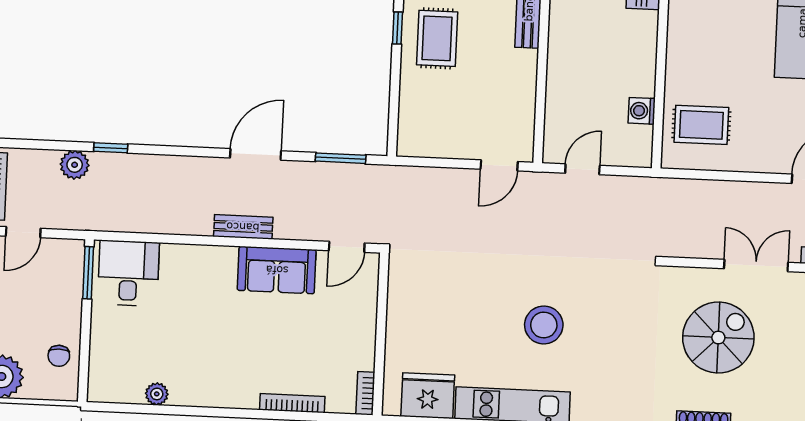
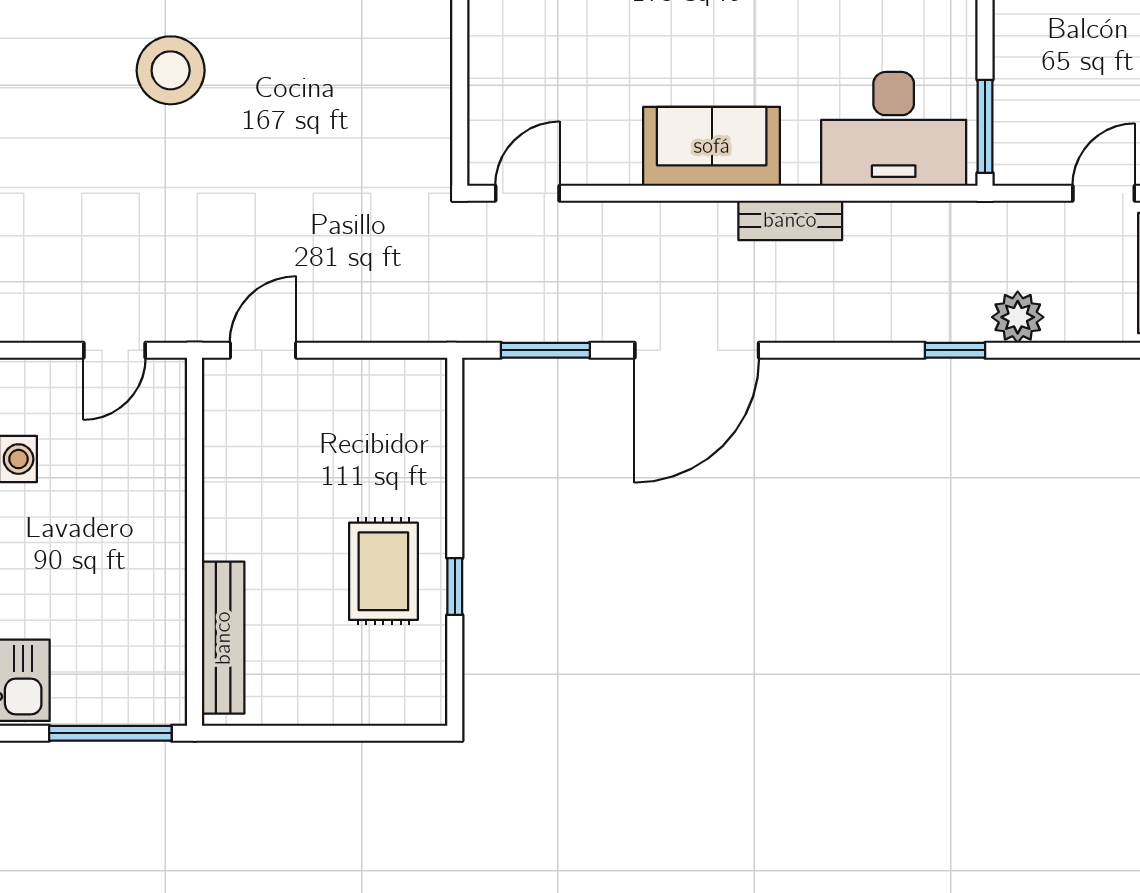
door: (256, 154) -> (697, 350), width x1.36
bench: (243, 227) -> (790, 220), moved
sofa: (277, 270) -> (712, 146), moved
desk: (128, 273) -> (894, 129), width x1.37

